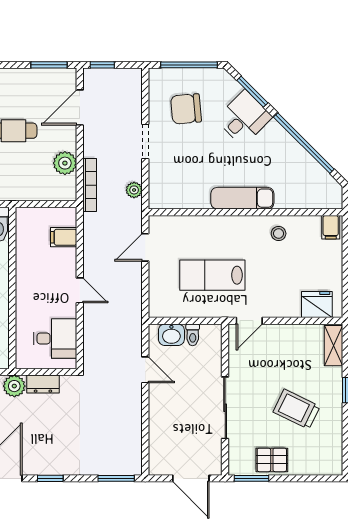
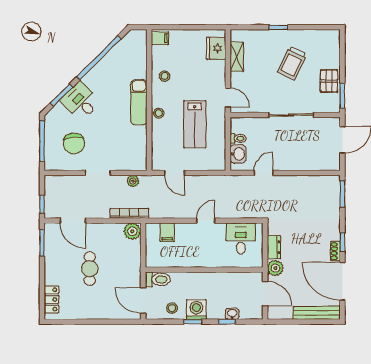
plant: (65, 163) -> (132, 231), moved
stool: (228, 226) -> (159, 113), added
shelving: (334, 346) -> (237, 57), moved, turned 90
shoe rack: (38, 469) -> (335, 251), added

